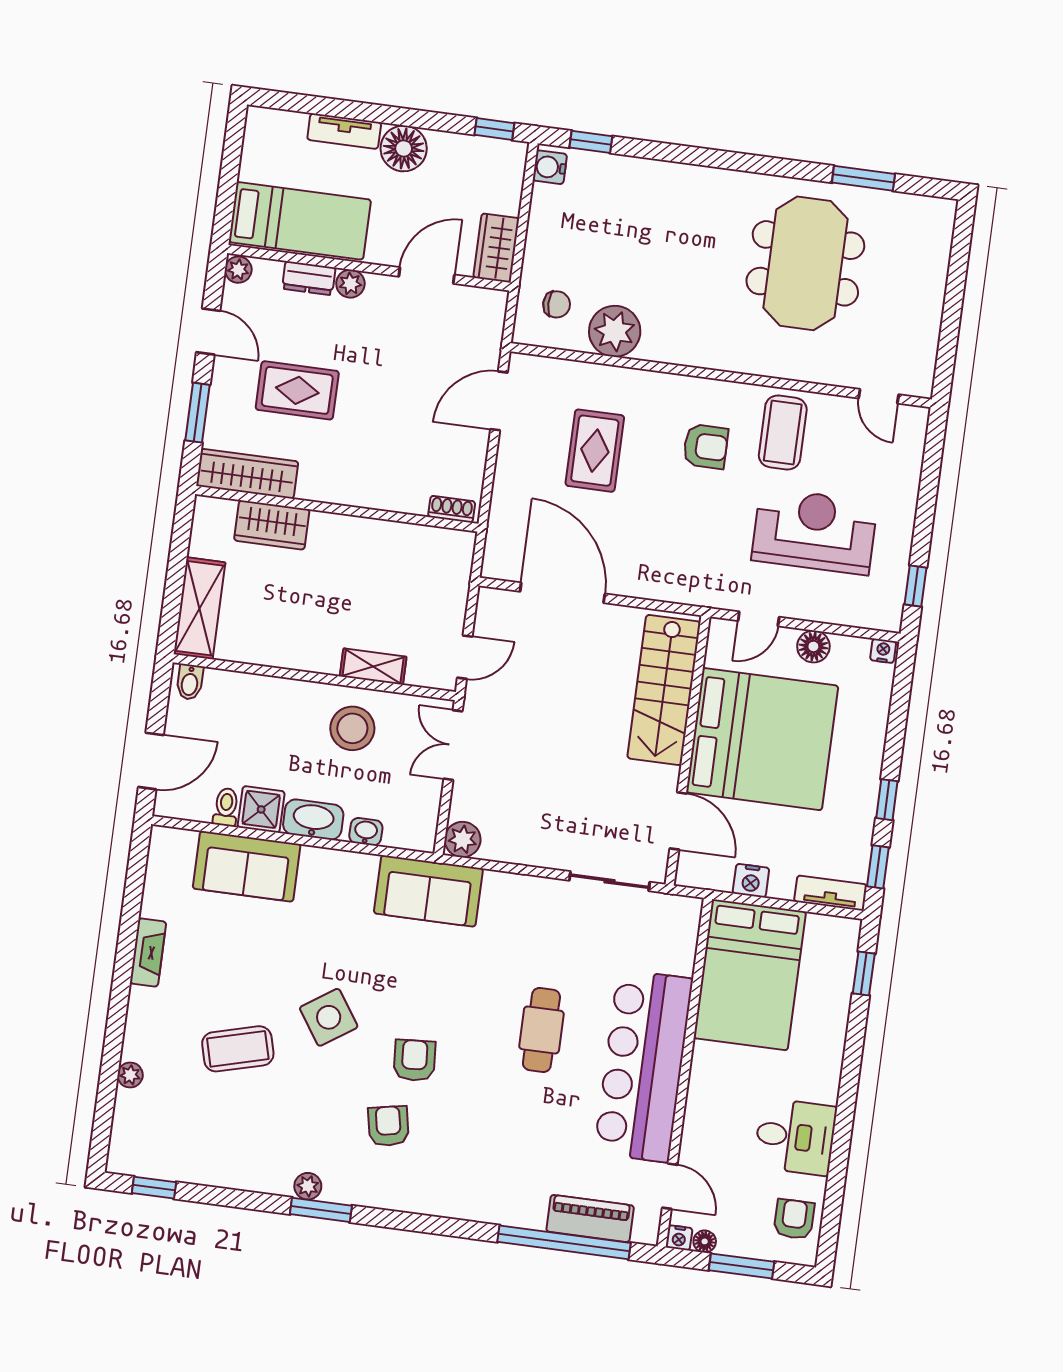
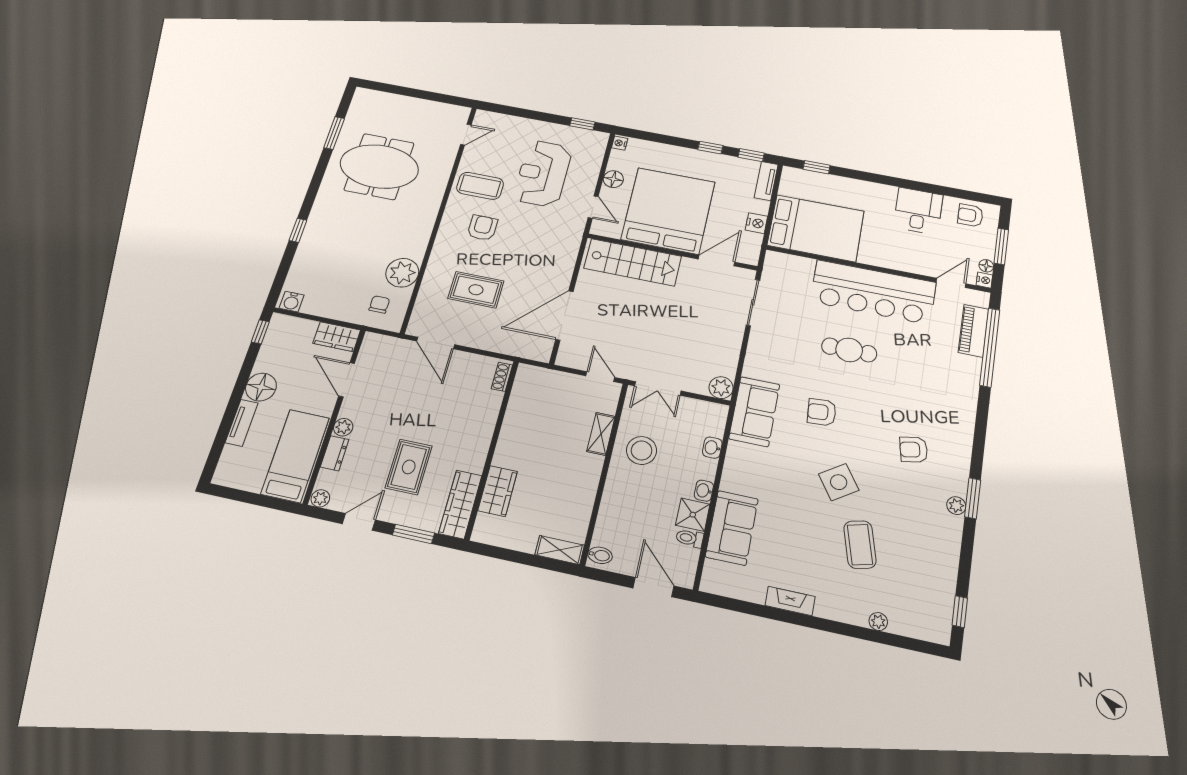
window: (591, 142) -> (298, 230), moved
shelving: (199, 608) -> (560, 550), width x0.67, depth x0.75
washbasin: (313, 820) -> (704, 491), width x0.52, depth x0.69
armchair: (414, 1060) -> (822, 412), moved

